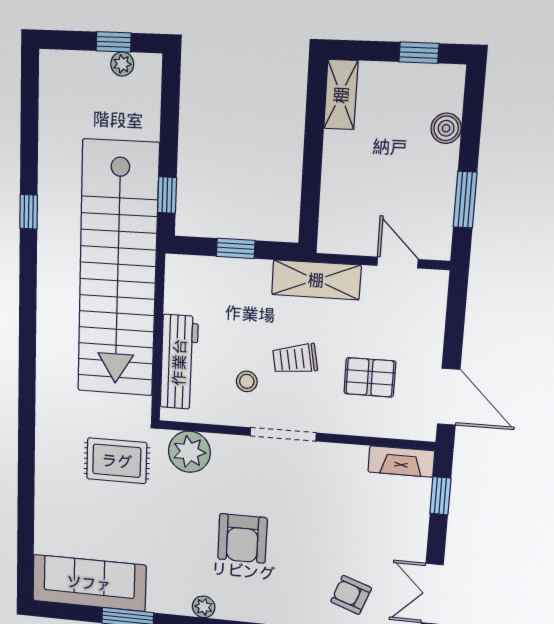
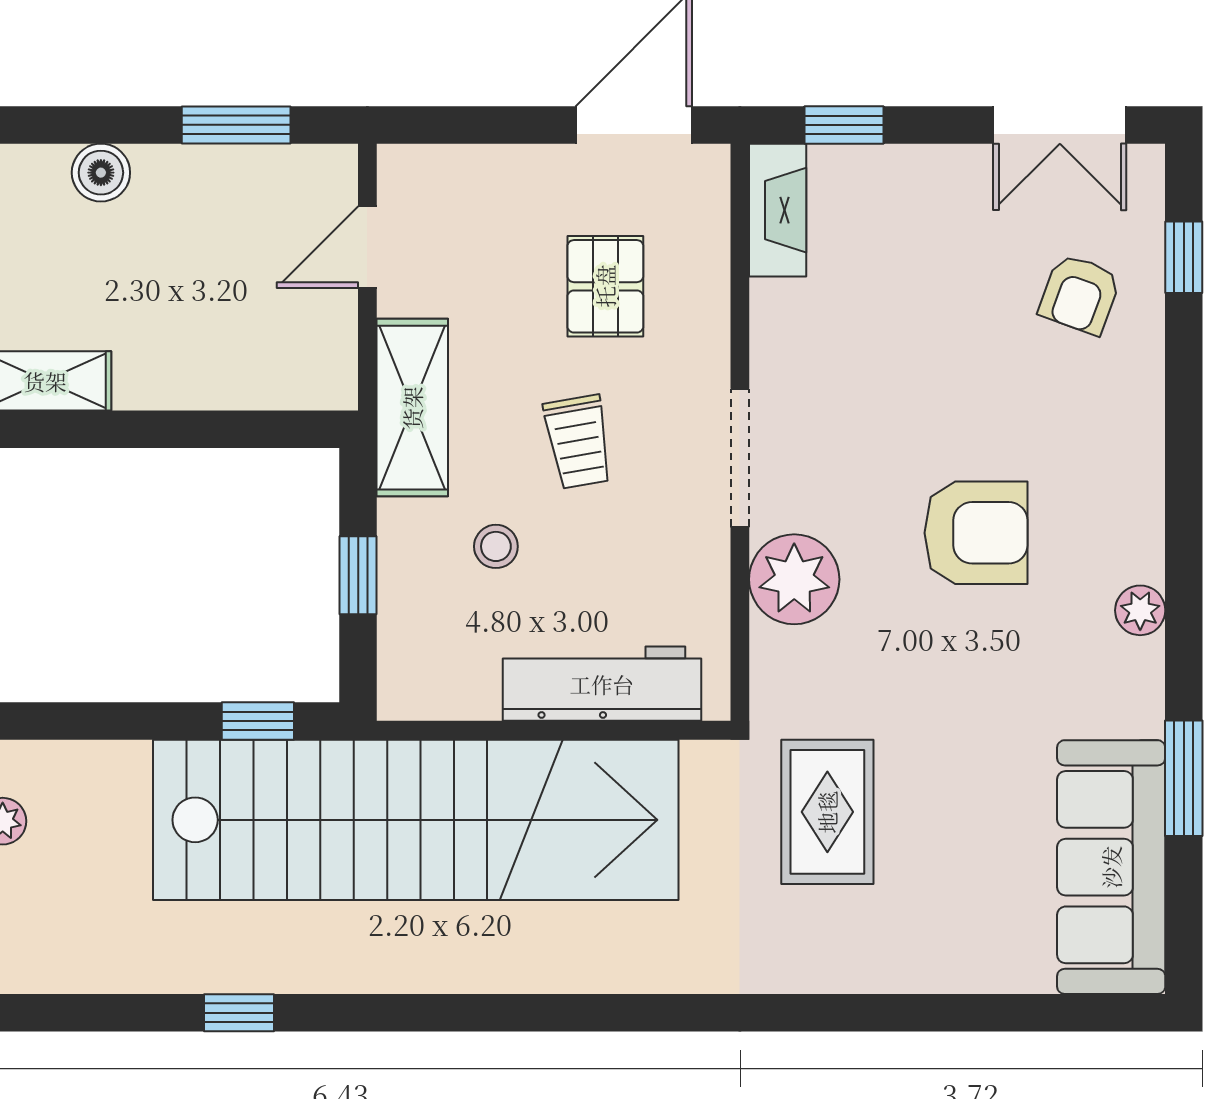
window: (29, 212) -> (239, 1013), moved
stool: (247, 381) -> (496, 546), moved
plant: (189, 452) -> (794, 579), moved

